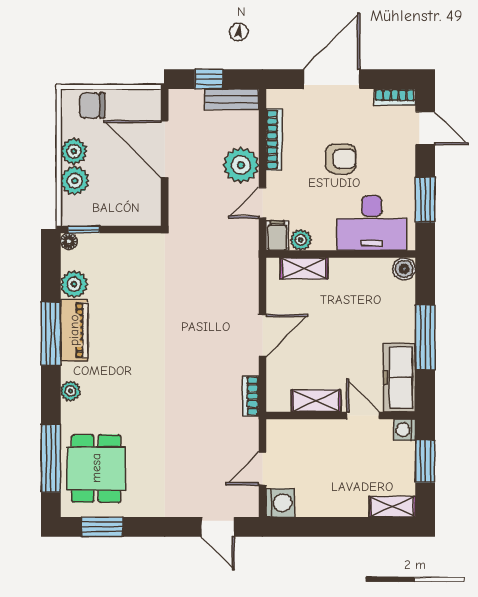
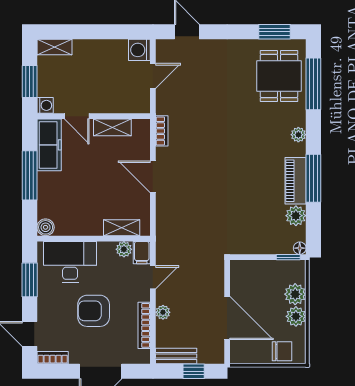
armchair: (341, 159) -> (94, 311), width x1.38, depth x1.38
plant: (241, 165) -> (163, 312), width x0.53, depth x0.53
door: (262, 335) -> (153, 177), hinge flipped

